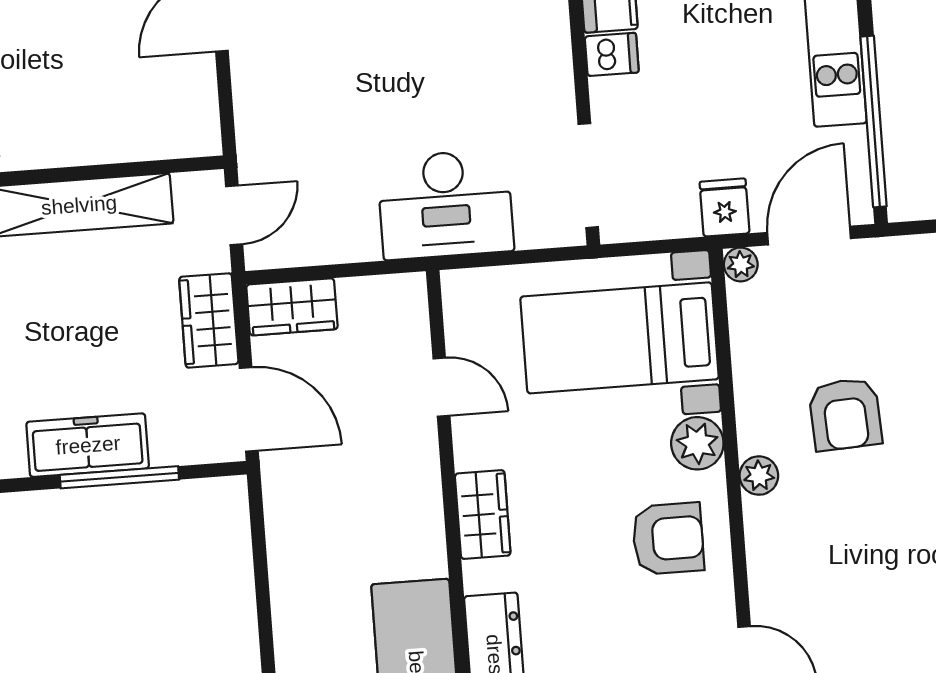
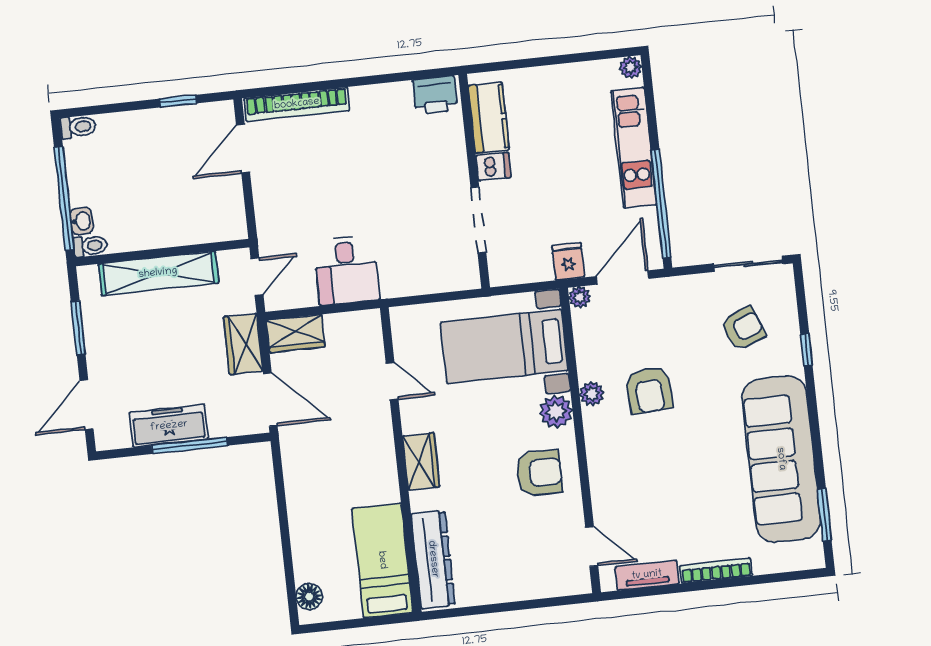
doorway: (588, 176) -> (478, 220), moved
desk: (445, 205) -> (347, 270), moved, width x0.73
plant: (759, 476) -> (592, 394), moved

